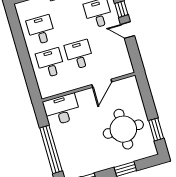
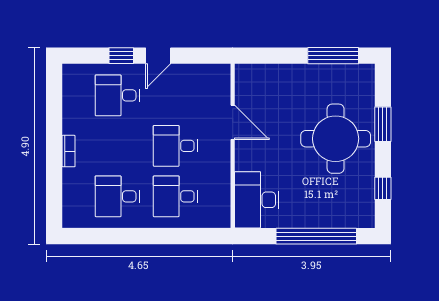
round table: (123, 129) -> (336, 139), moved
window: (156, 129) -> (333, 56), width x1.44

